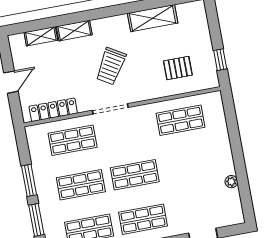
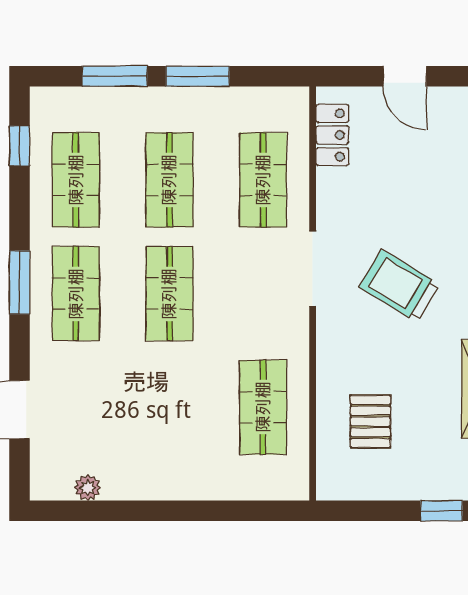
window: (220, 60) -> (442, 511), moved
locker: (53, 110) -> (332, 135), width x0.66
plant: (231, 182) -> (88, 488), moved

